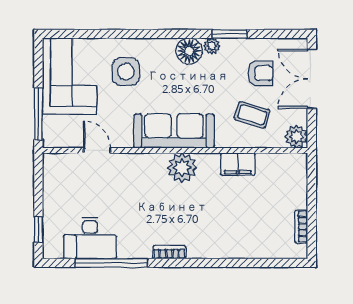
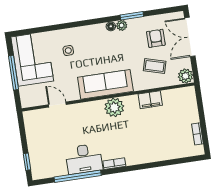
floor lamp: (189, 51) -> (111, 26), width x0.53, depth x0.53
side table: (126, 72) -> (68, 51), width x0.54, depth x0.54
armchair: (260, 73) -> (156, 38), turned -90
window: (38, 114) -> (14, 73), moved
desk: (90, 238) -> (84, 159), moved

